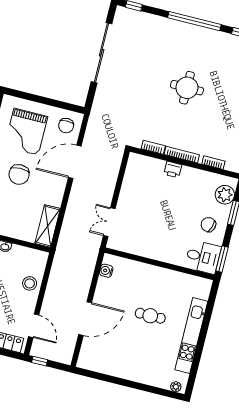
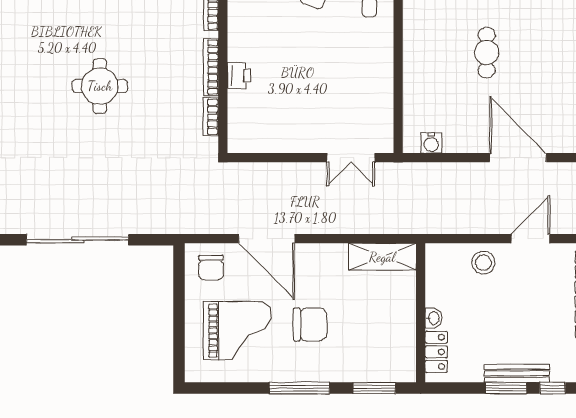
chair: (66, 126) -> (211, 268), turned 90
door: (34, 326) -> (530, 239), moved

